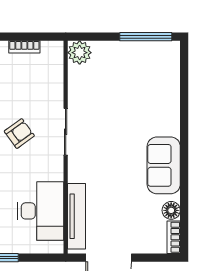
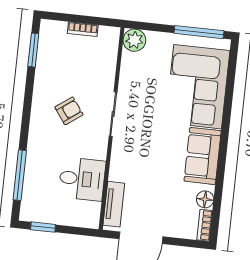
corner sofa: (151, 94) -> (198, 87), added
desk: (41, 211) -> (82, 179), width x0.73
tv unit: (77, 216) -> (114, 204), width x0.71

